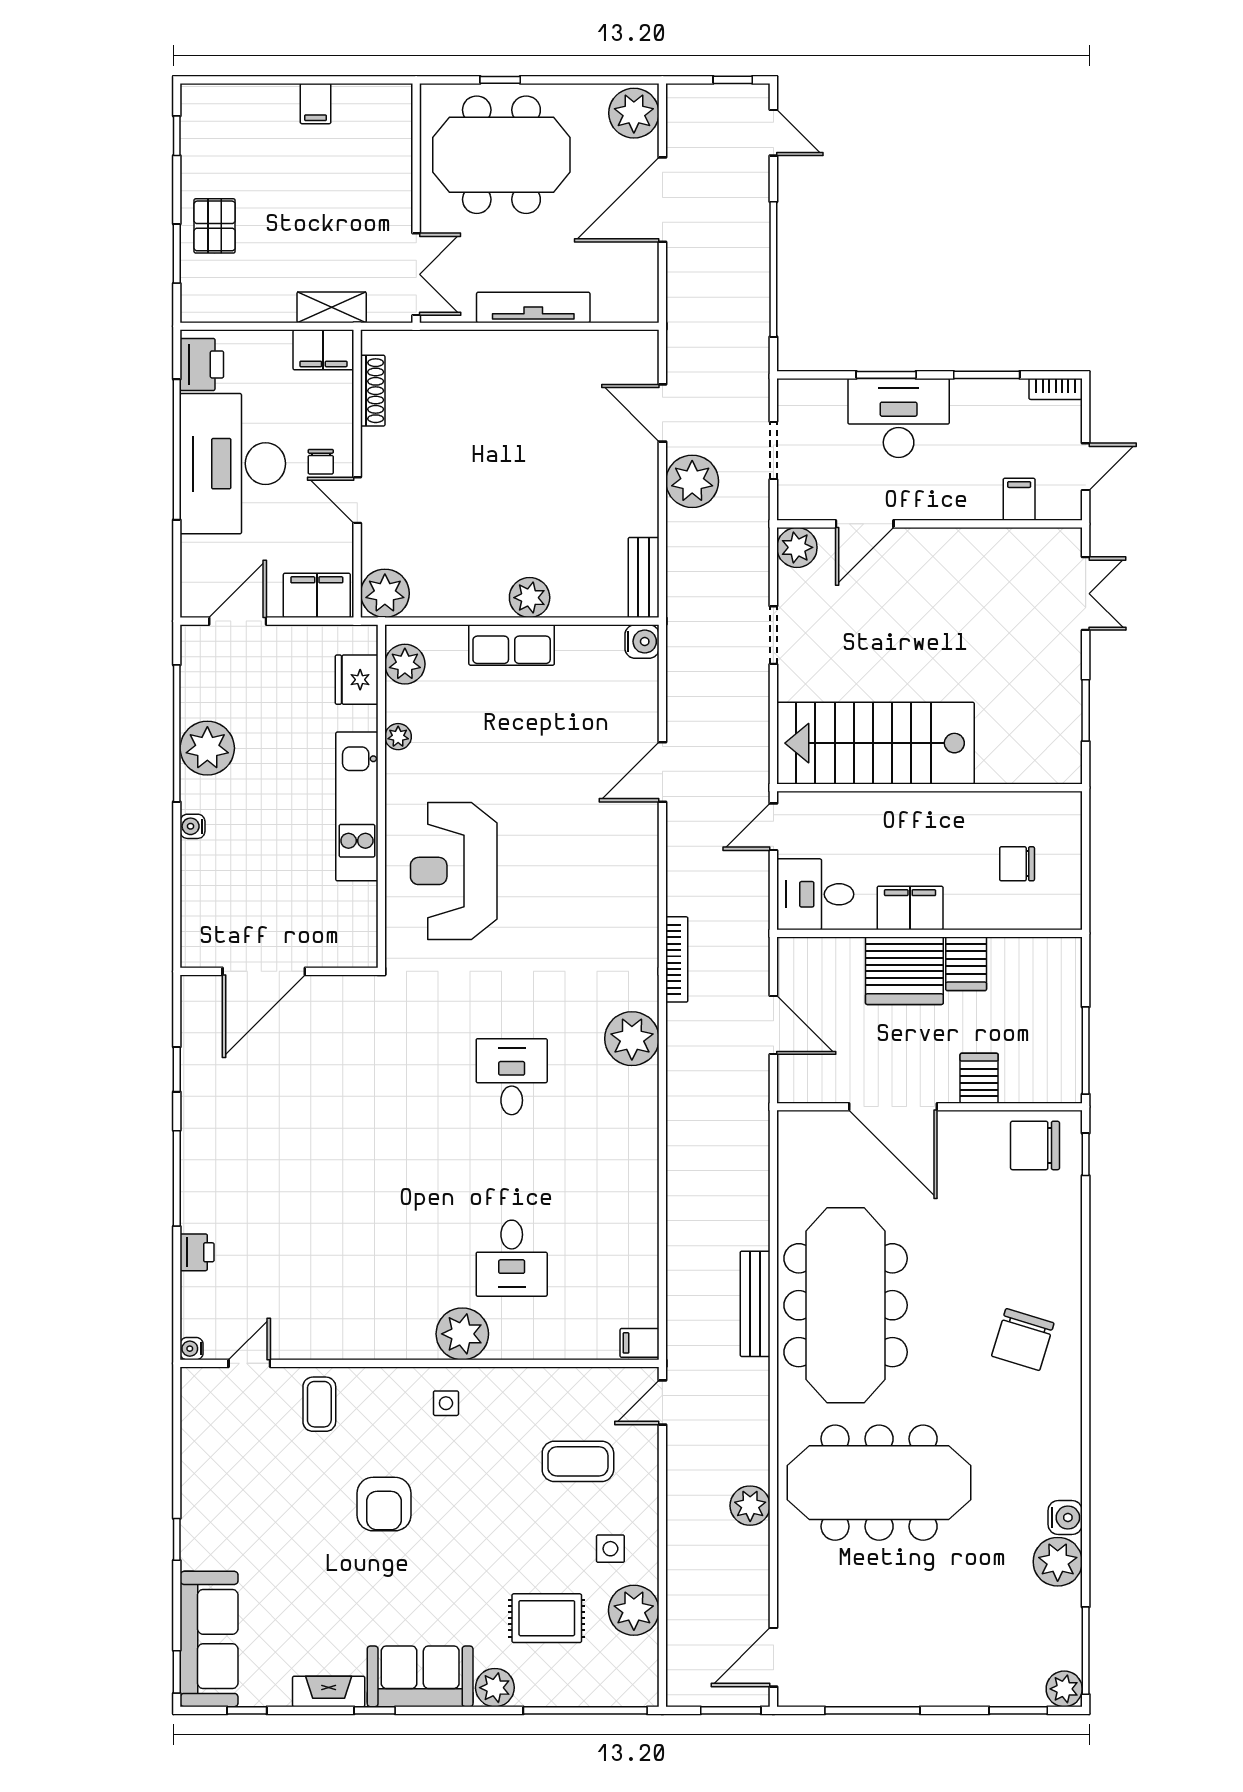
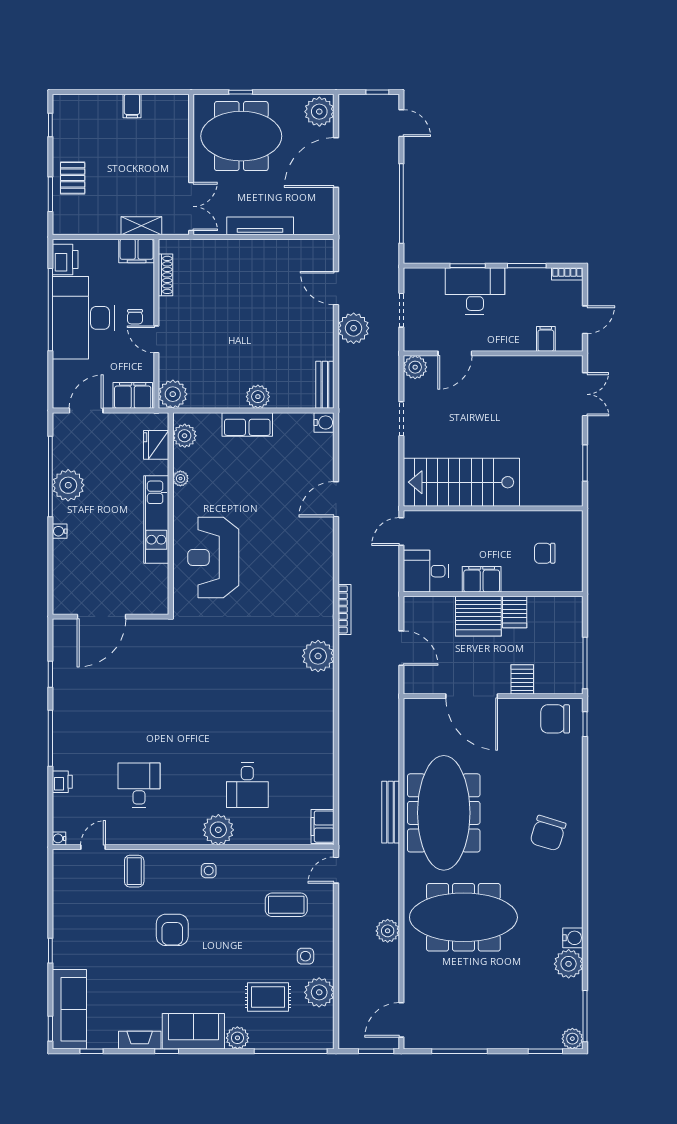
desk: (512, 1077) -> (139, 785), moved
filing cabinet: (640, 1343) -> (323, 827), width x2.00

